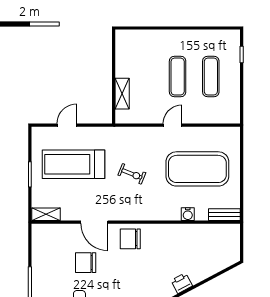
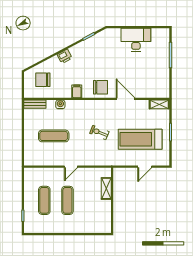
treadmill: (73, 164) -> (140, 139), turned 180
exercise mat: (197, 169) -> (54, 136), width x0.50, depth x0.69
filing cabinet: (164, 233) -> (77, 91), added
chair: (86, 263) -> (43, 80), moved, turned 180

